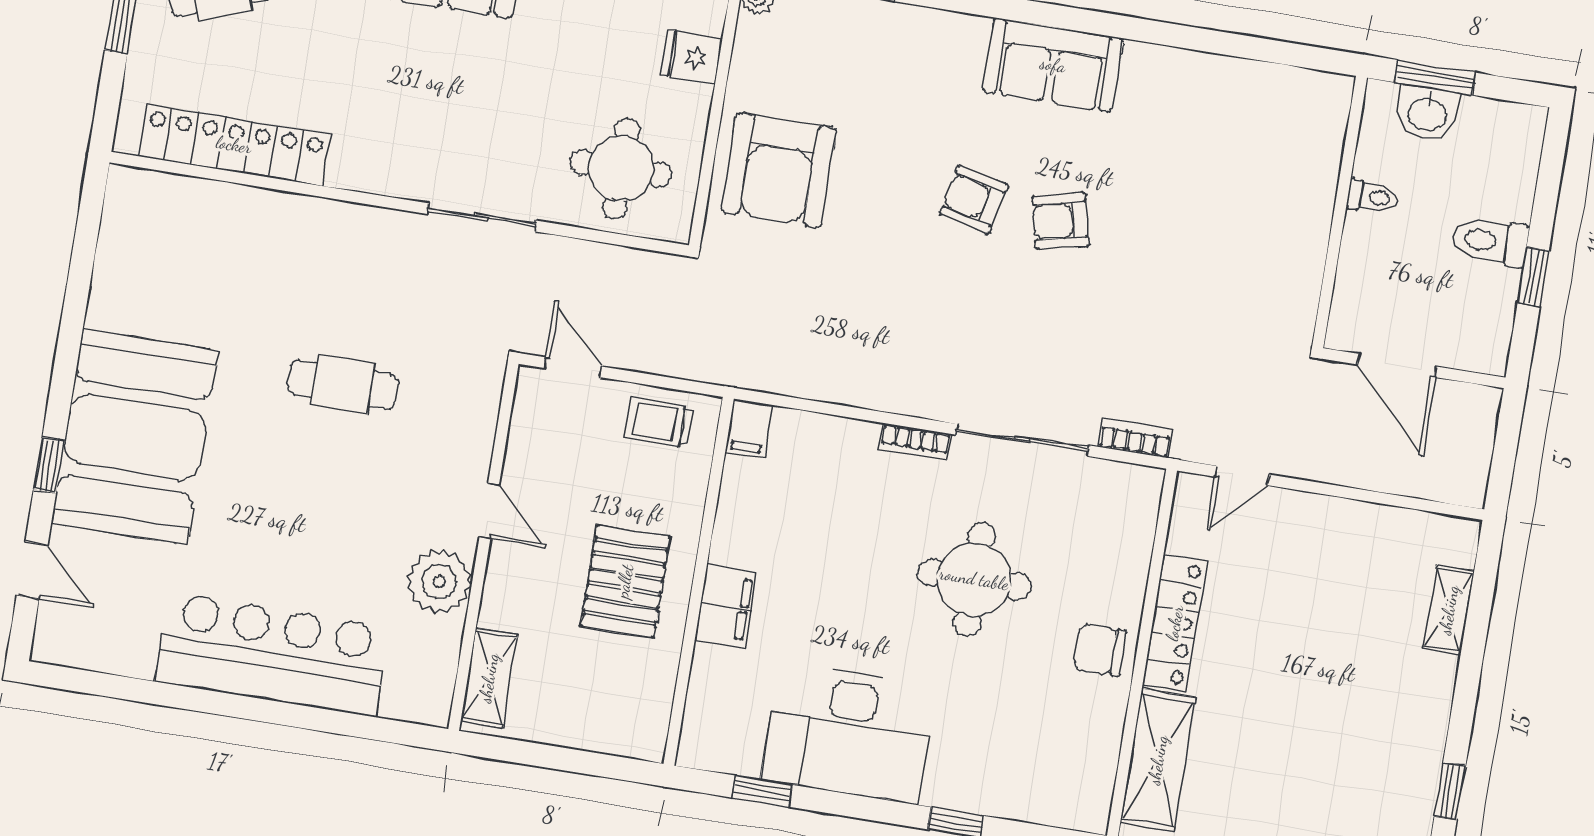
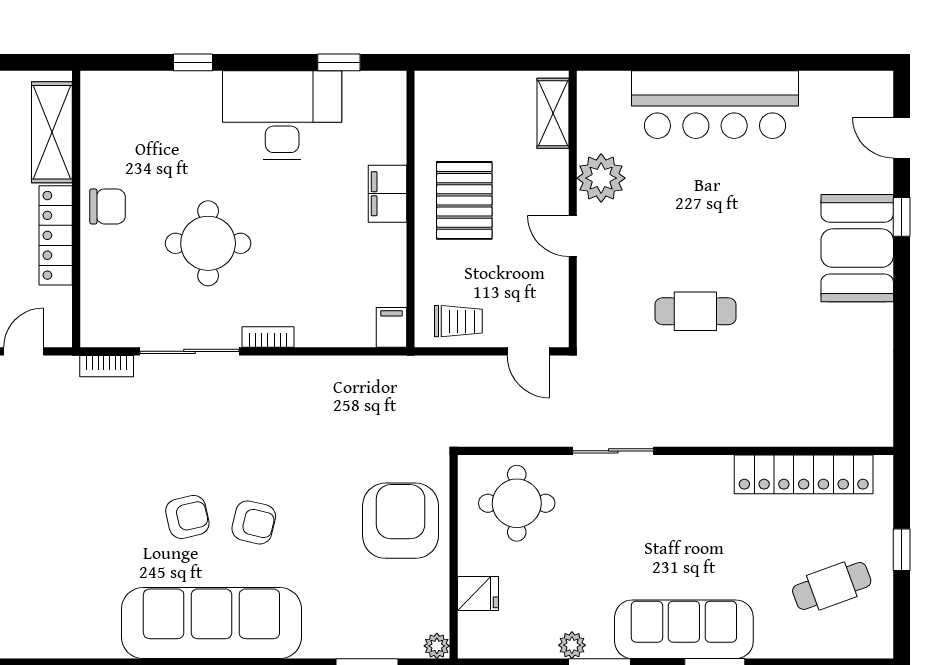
sofa: (1053, 65) -> (211, 623), width x1.85, depth x1.27
booth: (135, 437) -> (857, 248), width x0.73, depth x0.70

